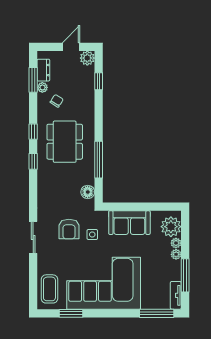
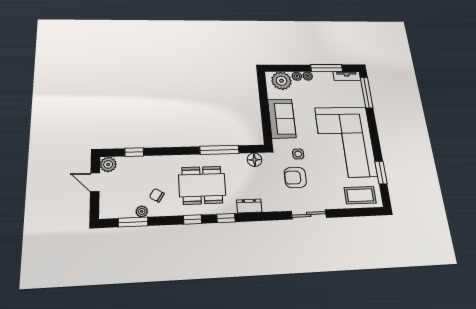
dresser: (43, 70) -> (249, 206), moved
armchair: (69, 229) -> (295, 177), turned 180

